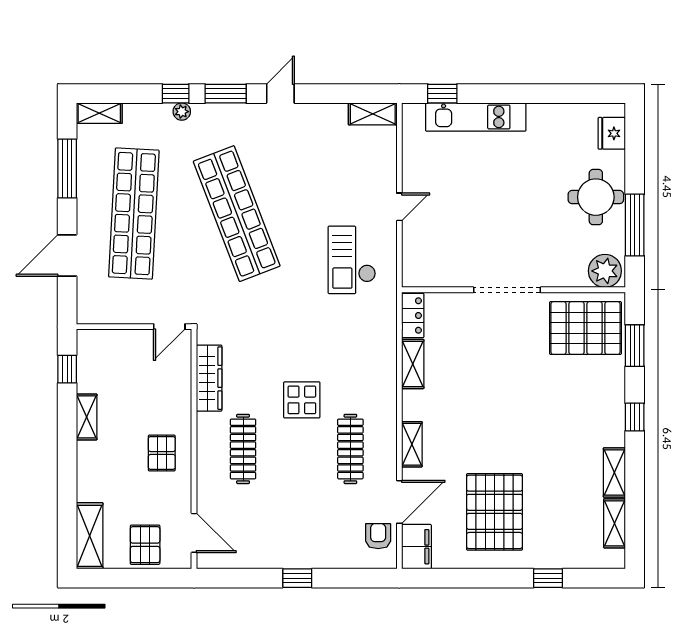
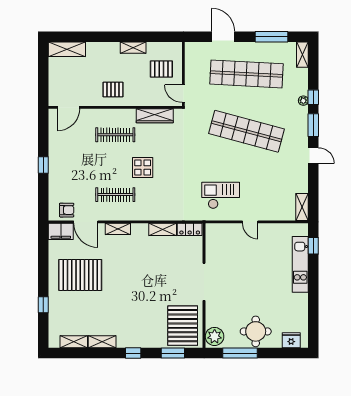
shop shelf: (237, 214) -> (246, 131), turned 36
window: (67, 369) -> (160, 37), removed
pallet: (145, 545) -> (161, 69), moved

